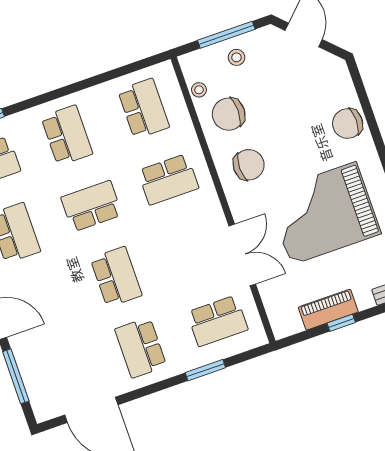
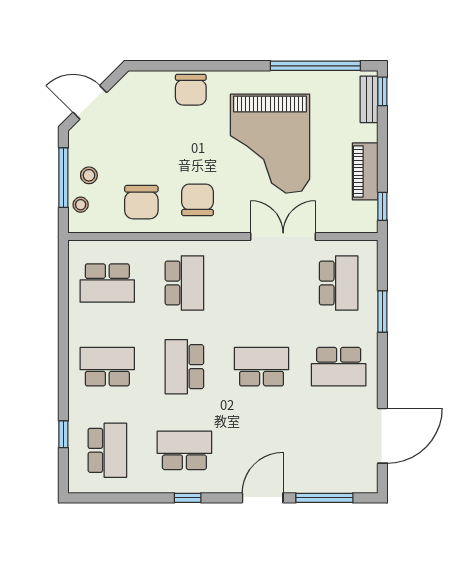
stool: (199, 90) -> (81, 205), moved
school desk: (144, 109) -> (107, 283), turned 180
window: (341, 323) -> (382, 206), moved

